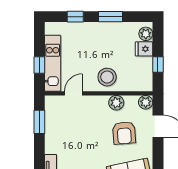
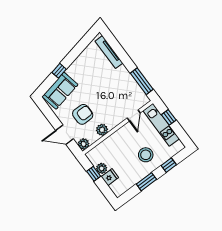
plant: (146, 34) -> (102, 168), moved
stool: (107, 77) -> (146, 155), moved
window: (39, 122) -> (142, 81), width x1.44
armchair: (124, 133) -> (83, 114), turned 94

